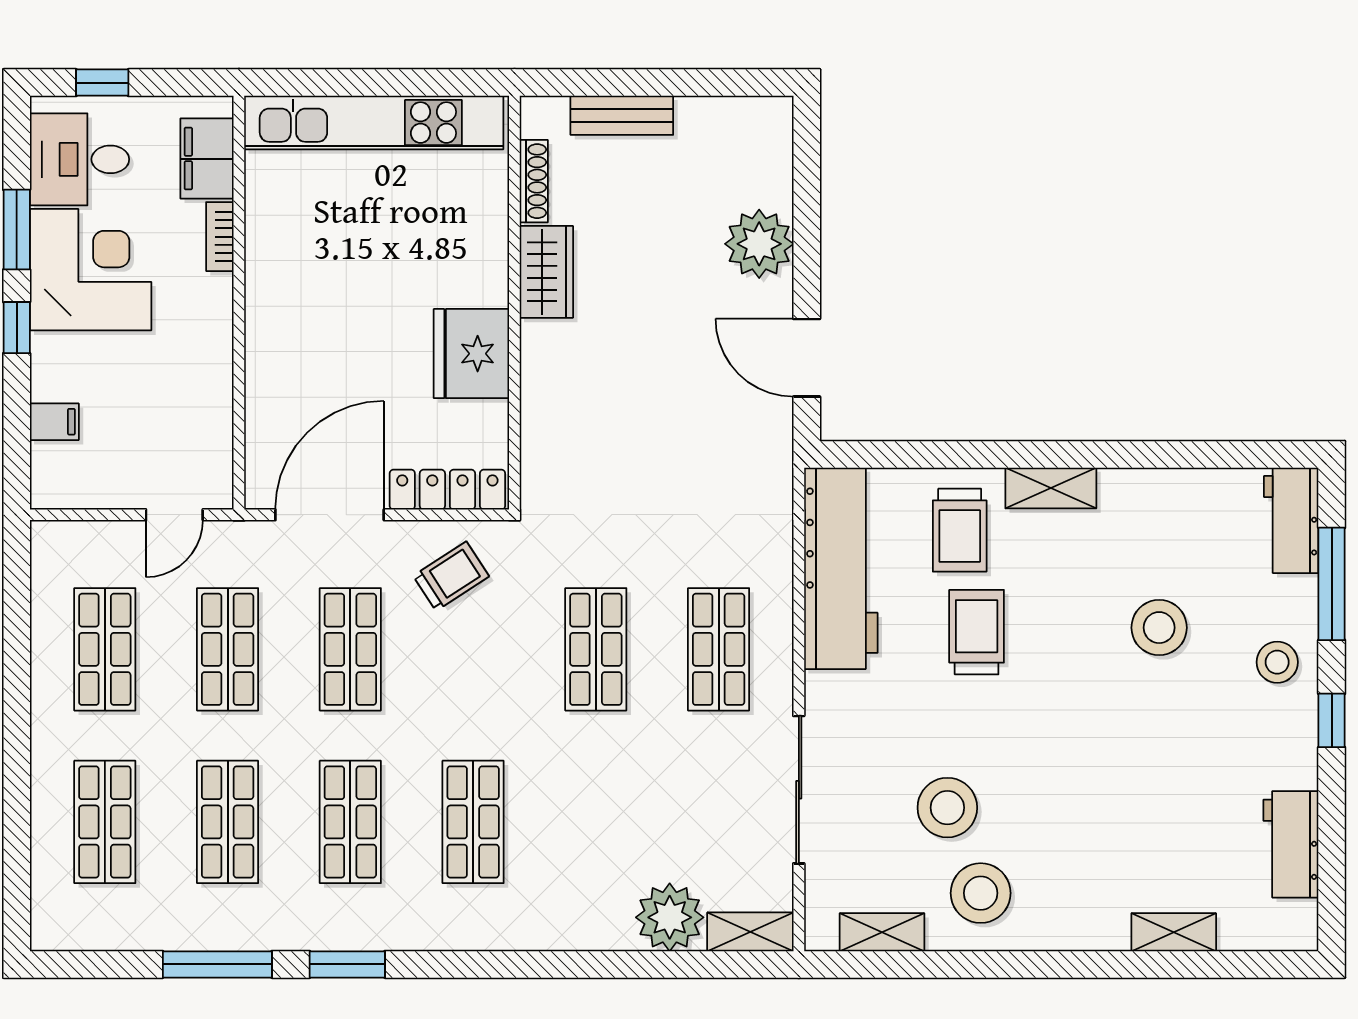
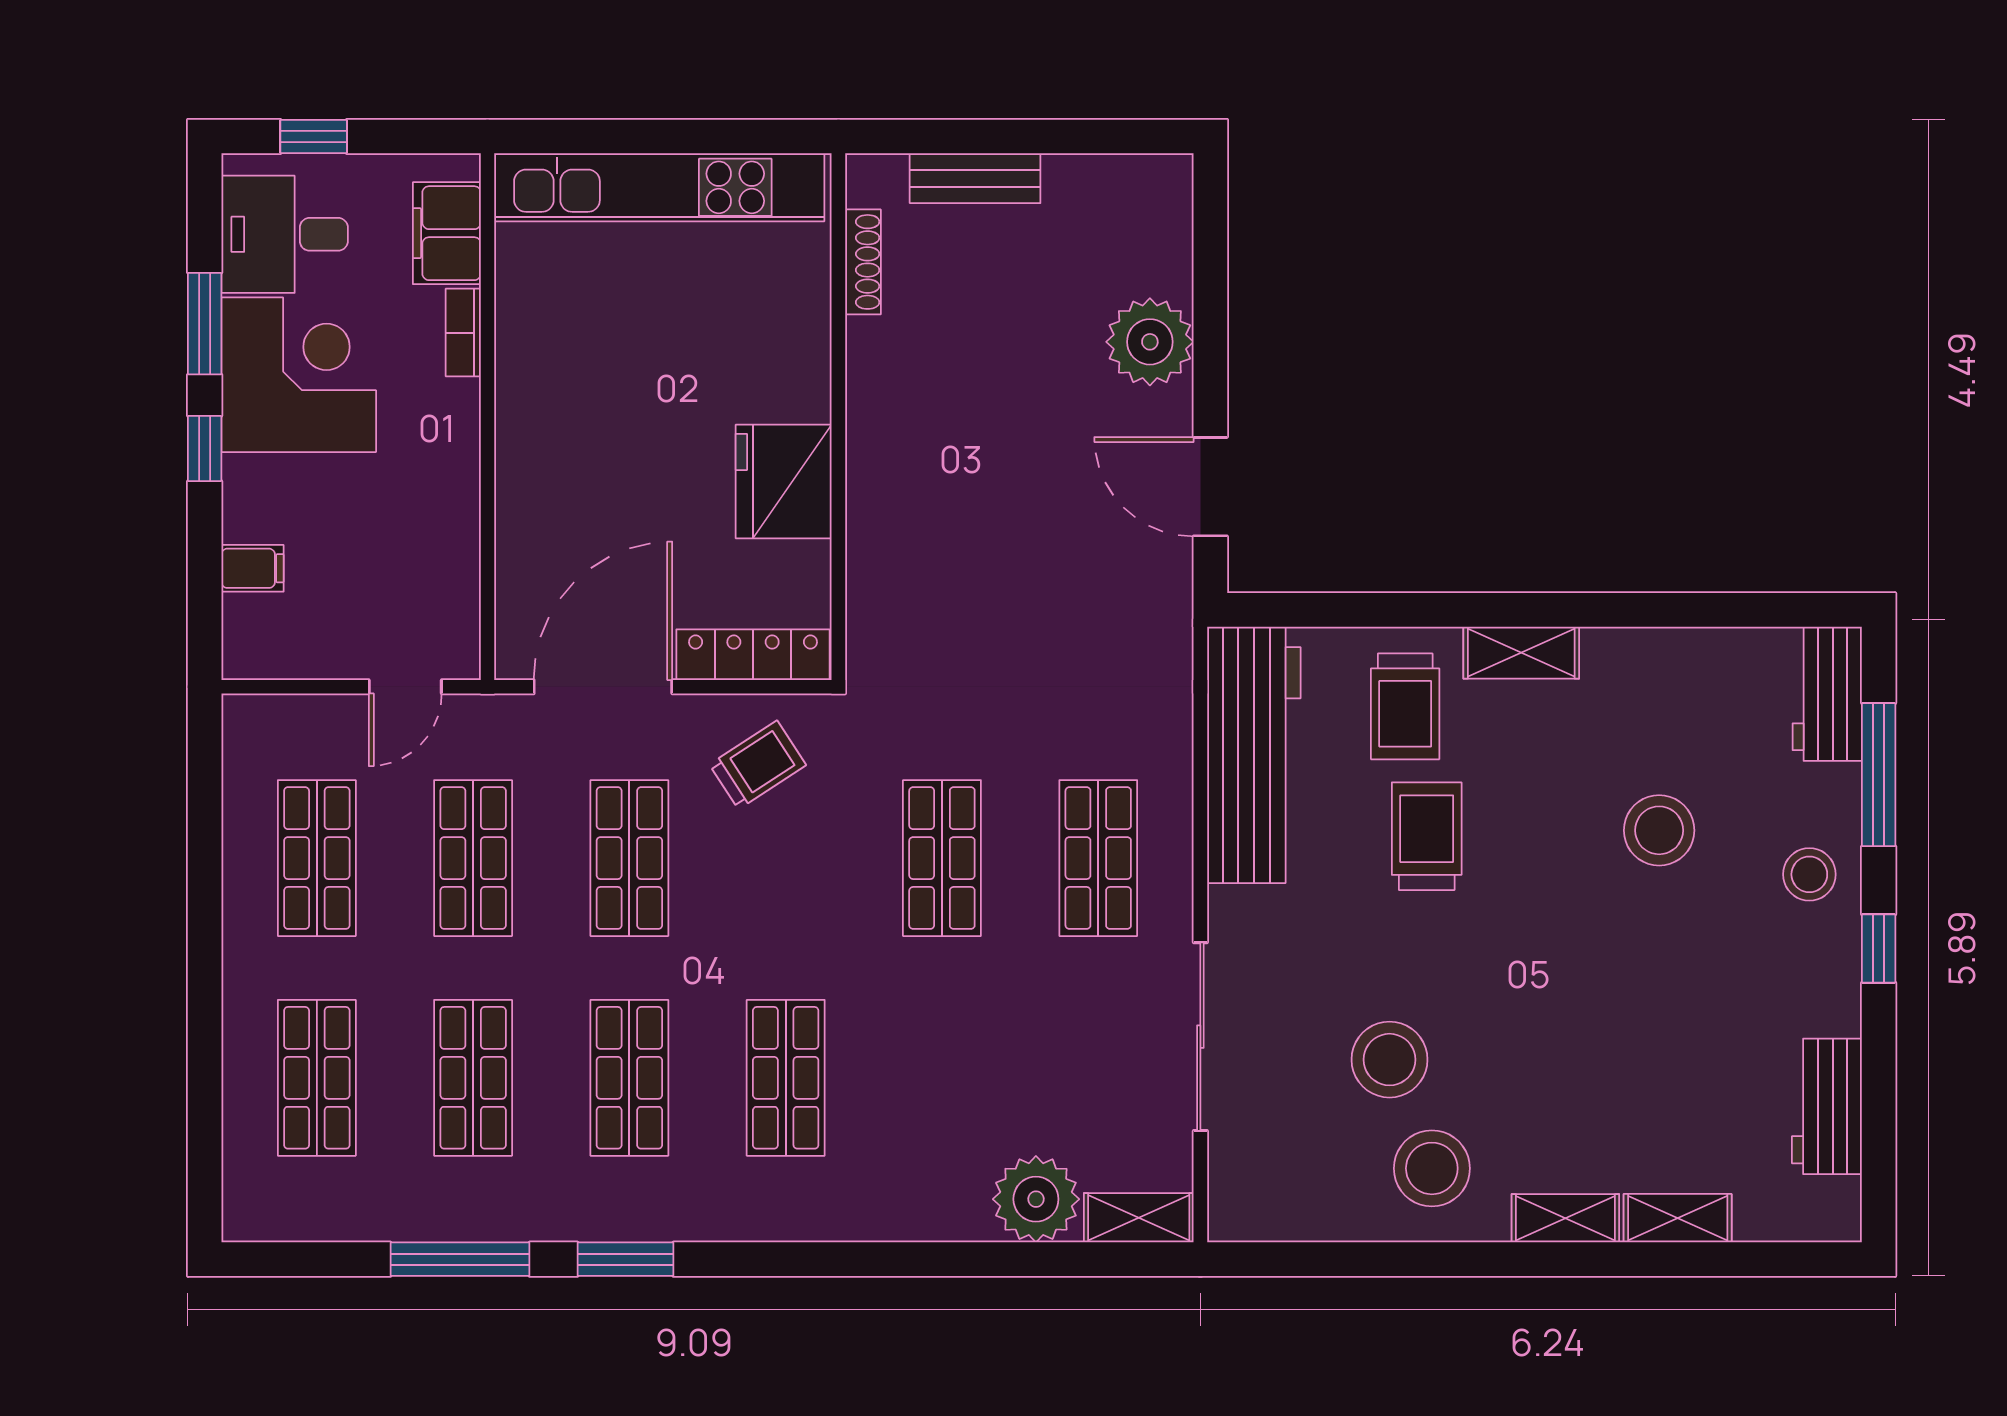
wardrobe: (546, 272) -> (879, 377), removed
shelving: (882, 932) -> (1565, 1218), moved

